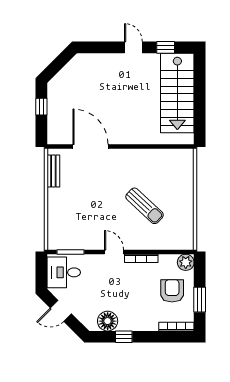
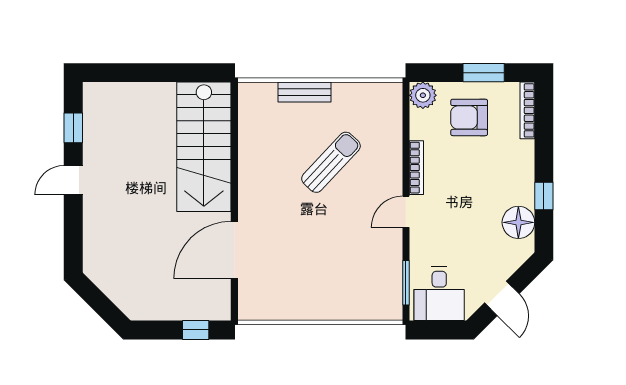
stairs: (177, 93) -> (204, 147), moved, turned 90
window: (41, 107) -> (196, 330), moved
bench: (53, 171) -> (304, 92), moved

